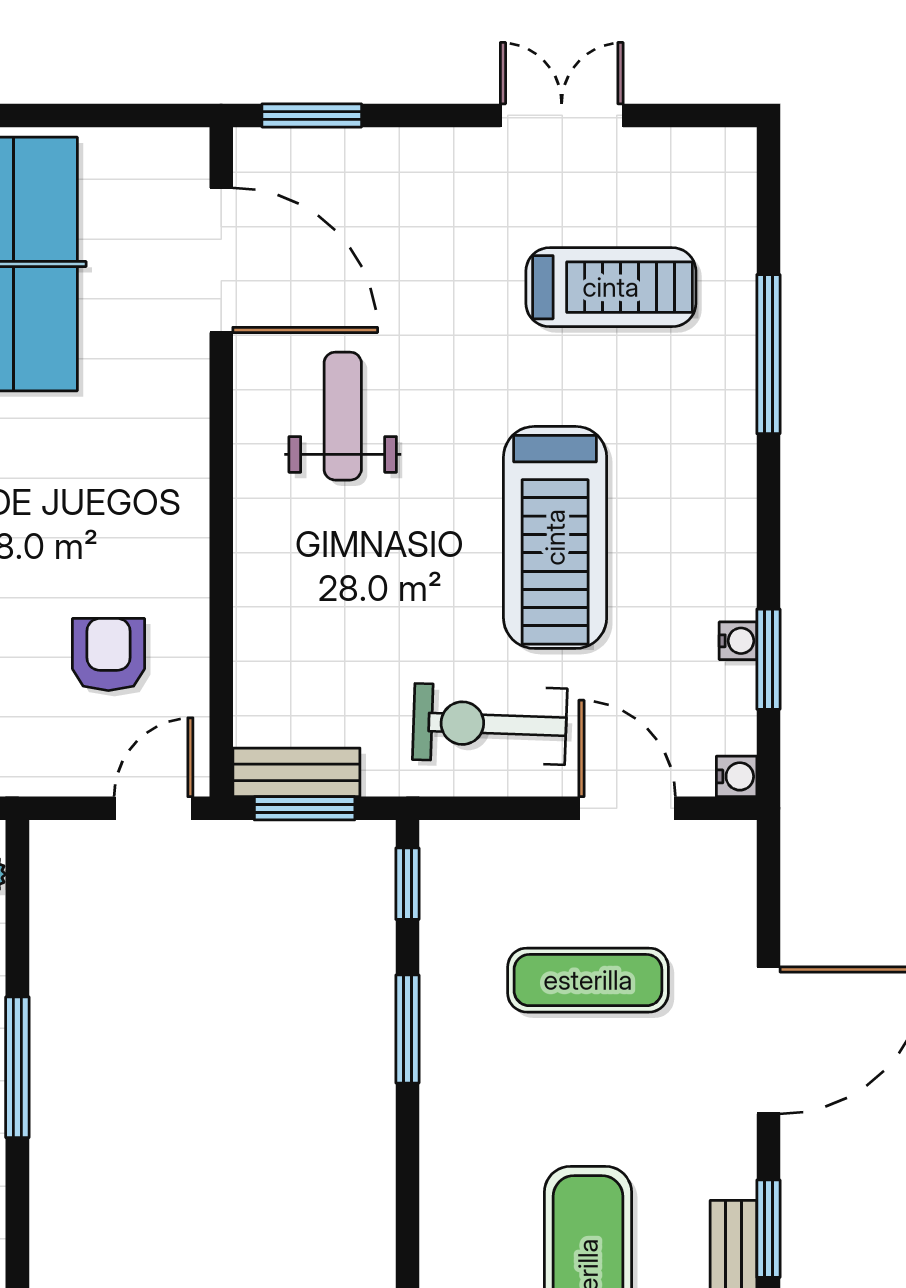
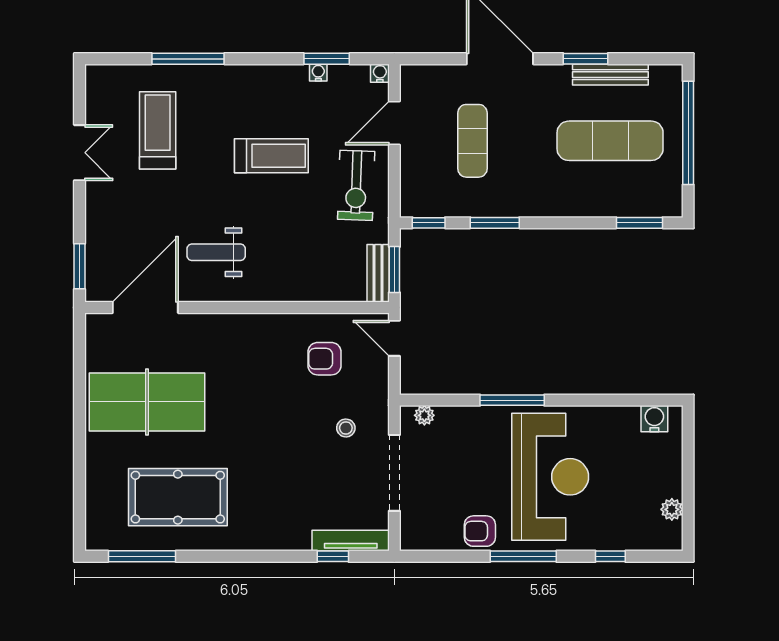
double door: (562, 115) -> (79, 153), swing flipped
treadmill: (555, 537) -> (271, 156), width x0.73, depth x0.73

